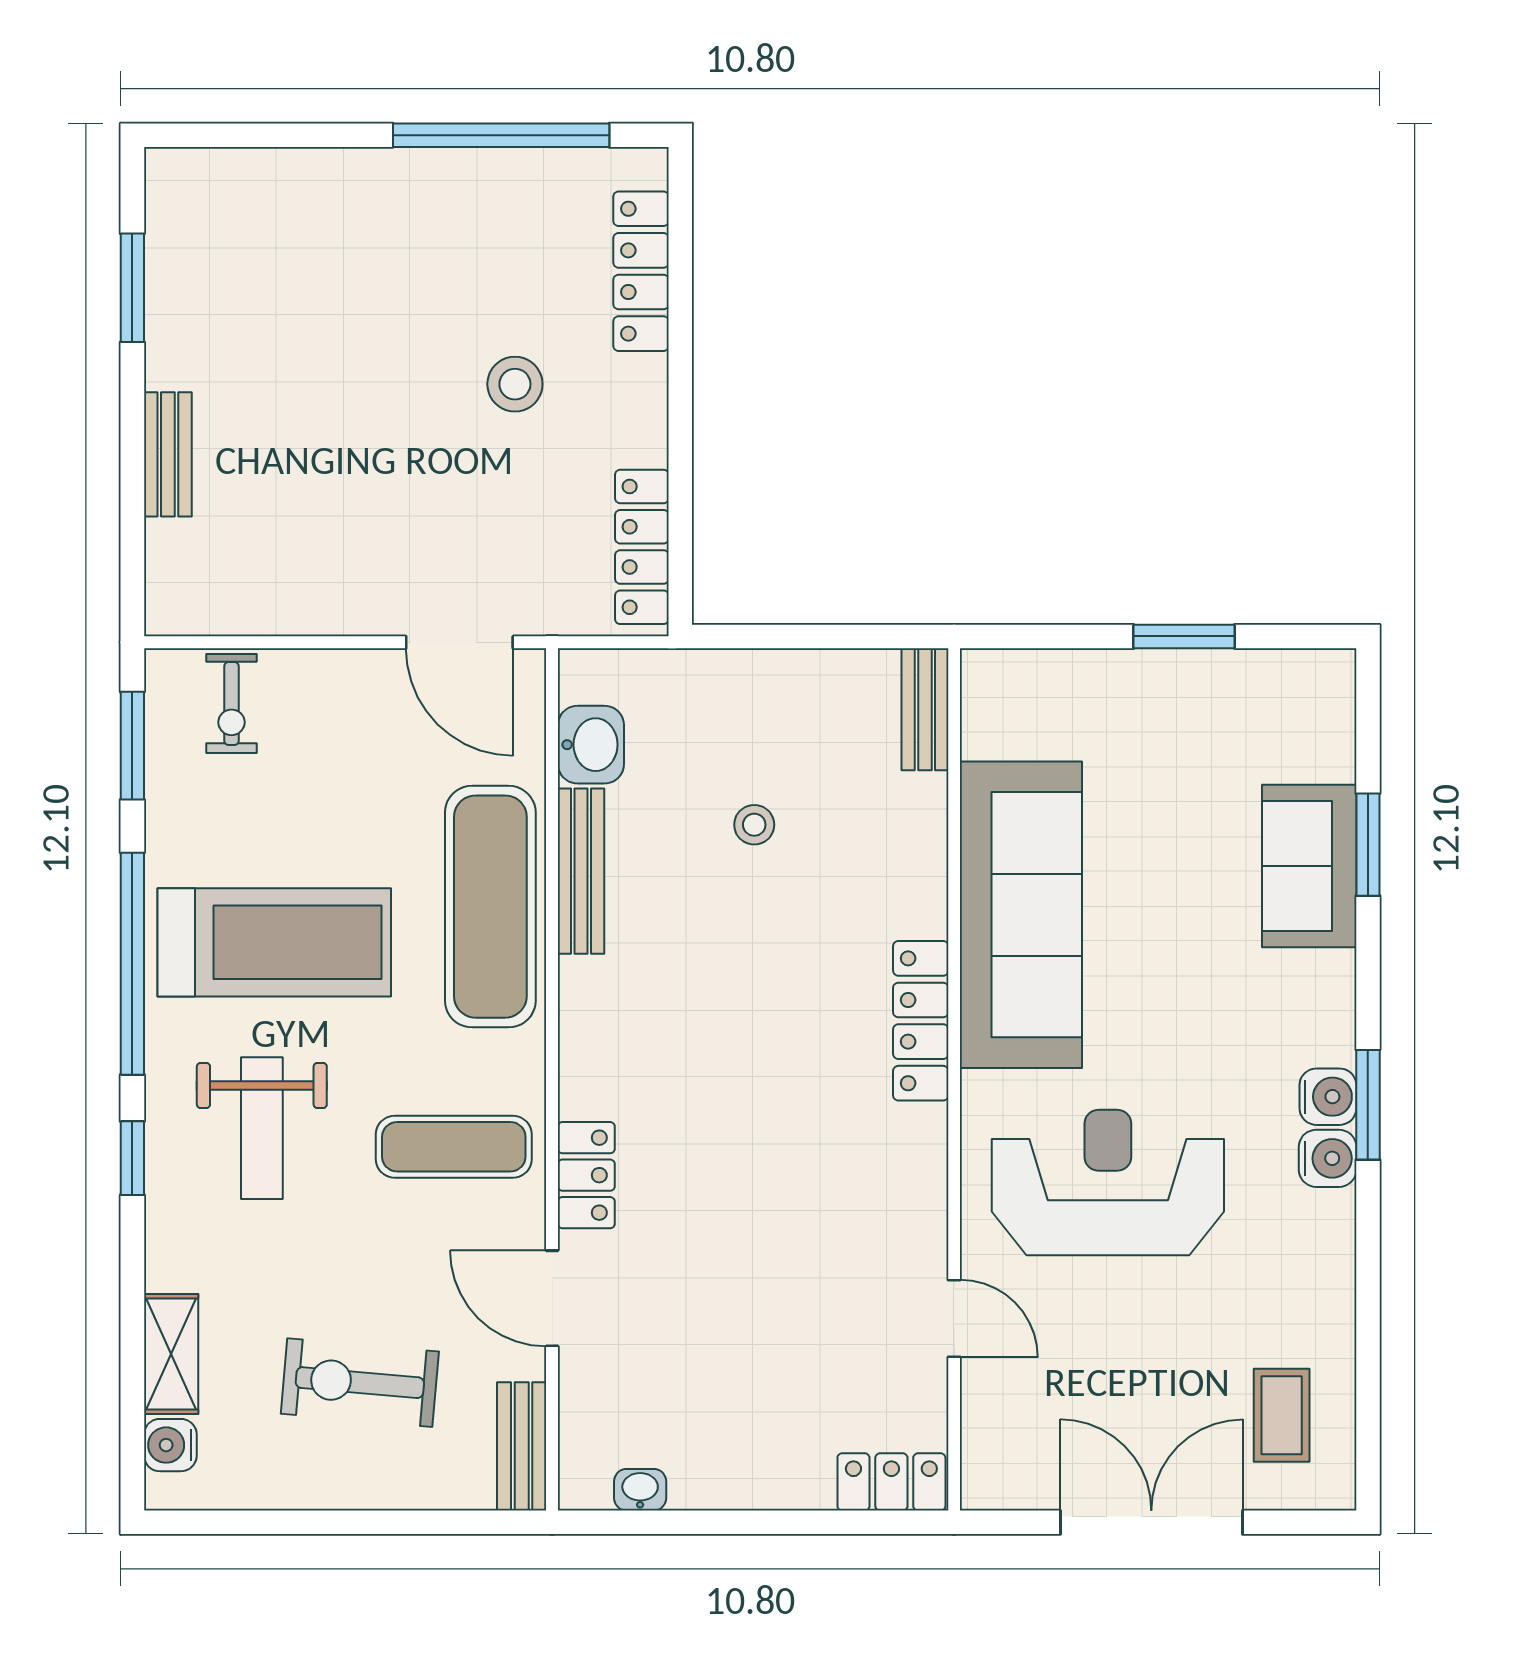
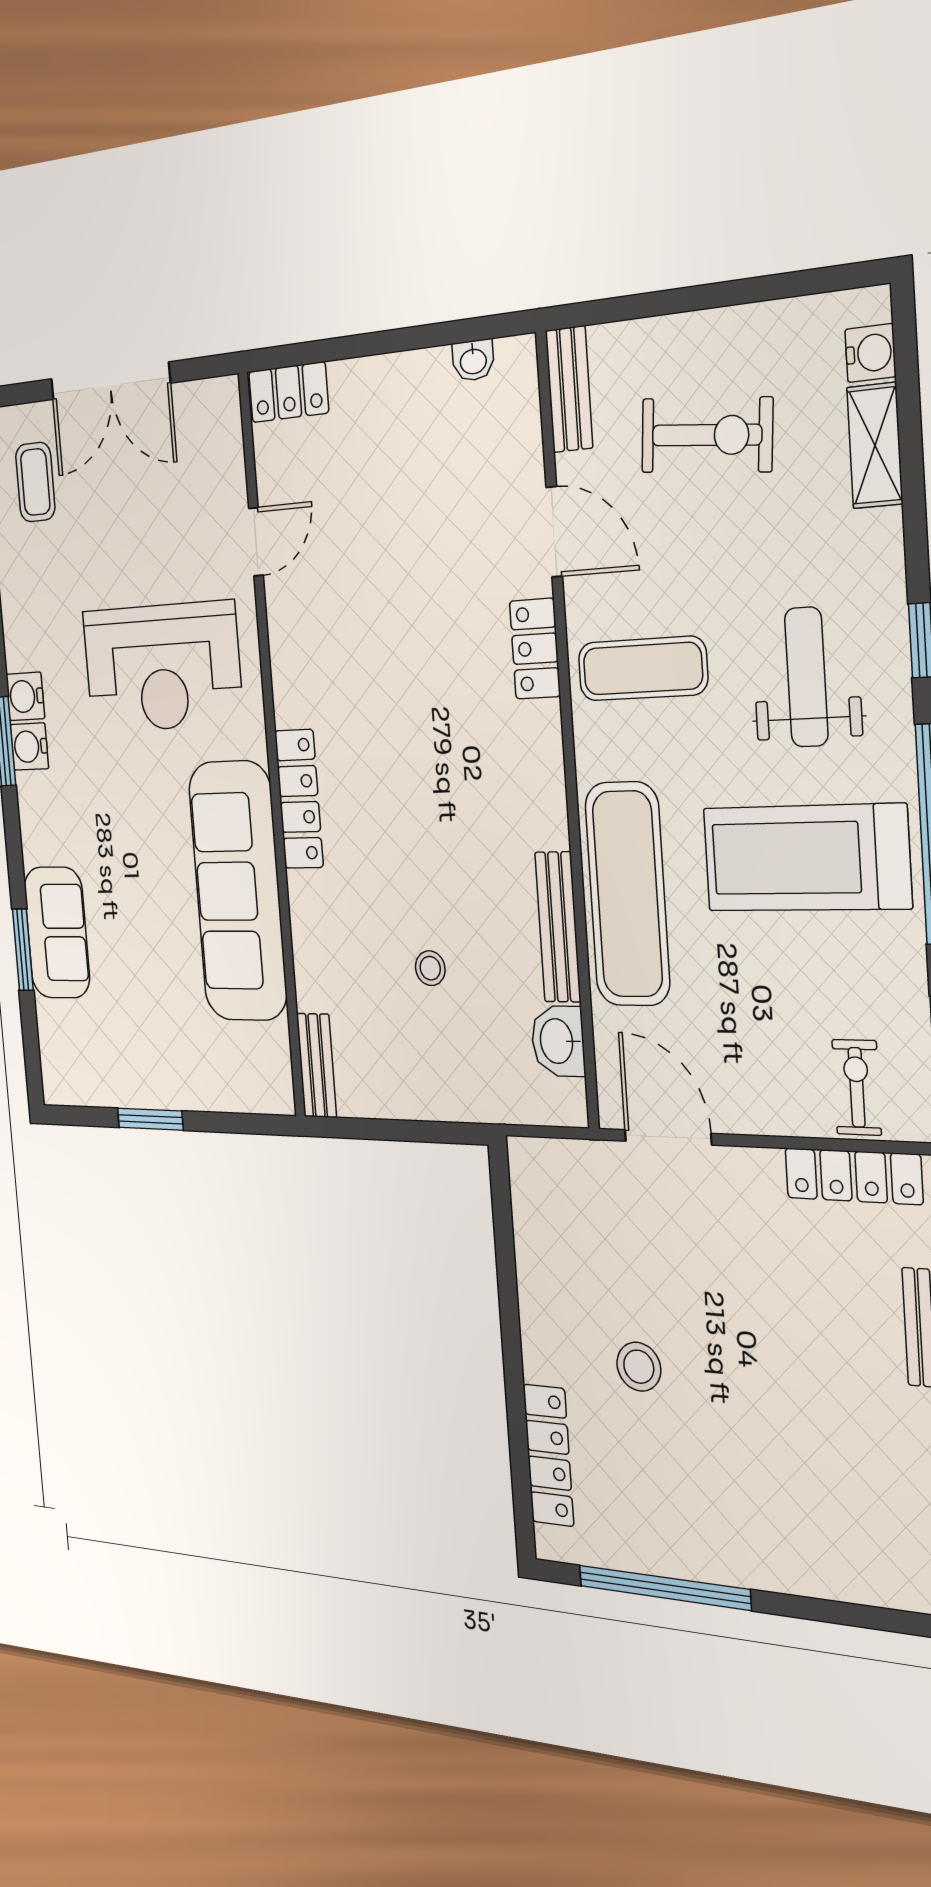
locker: (642, 547) -> (853, 1176), moved, turned 90
door: (954, 1318) -> (256, 542), swing flipped

